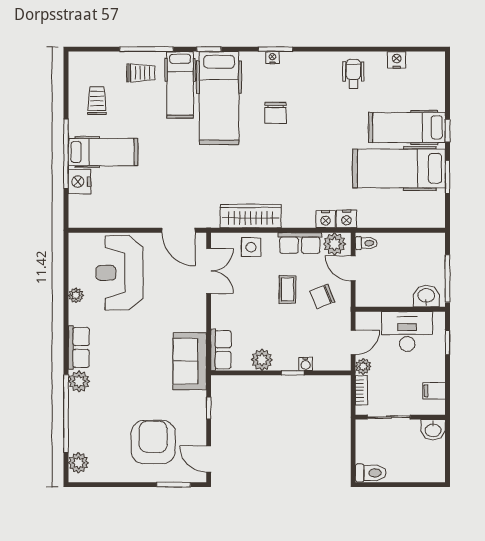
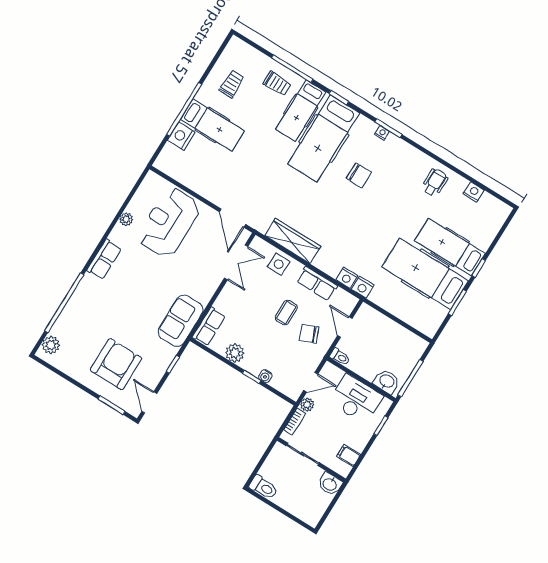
chair: (275, 113) -> (359, 175), turned -90
toilet: (366, 243) -> (340, 357), moved
plant: (334, 244) -> (342, 300), removed
plant: (79, 381) -> (89, 285), removed

